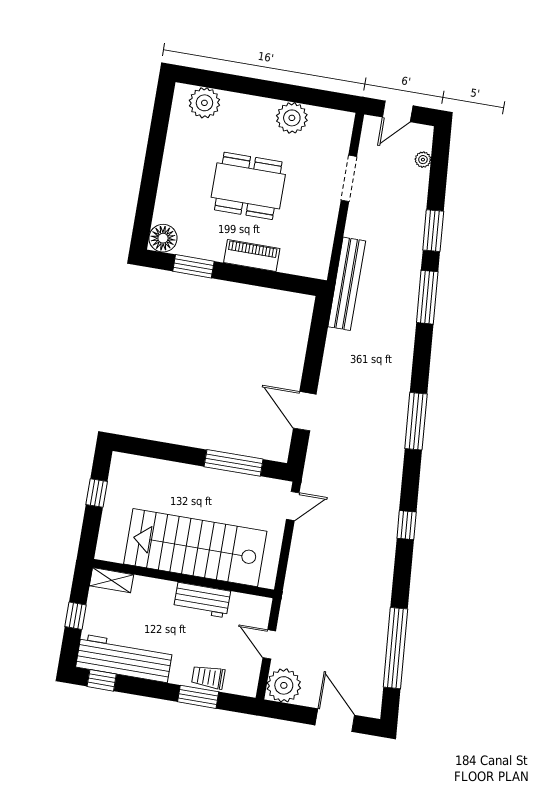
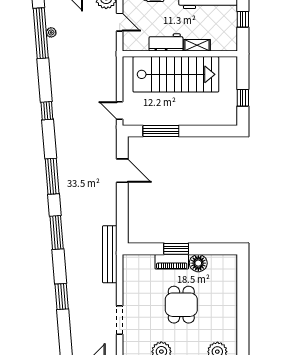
plant: (423, 160) -> (51, 32), moved
dining table: (248, 186) -> (181, 305), width x0.73
floor lamp: (163, 238) -> (198, 263), moved
window: (193, 266) -> (176, 249), moved
window: (427, 297) -> (57, 232), moved
door: (293, 506) -> (120, 111), hinge flipped
shelving: (112, 580) -> (197, 45), moved

